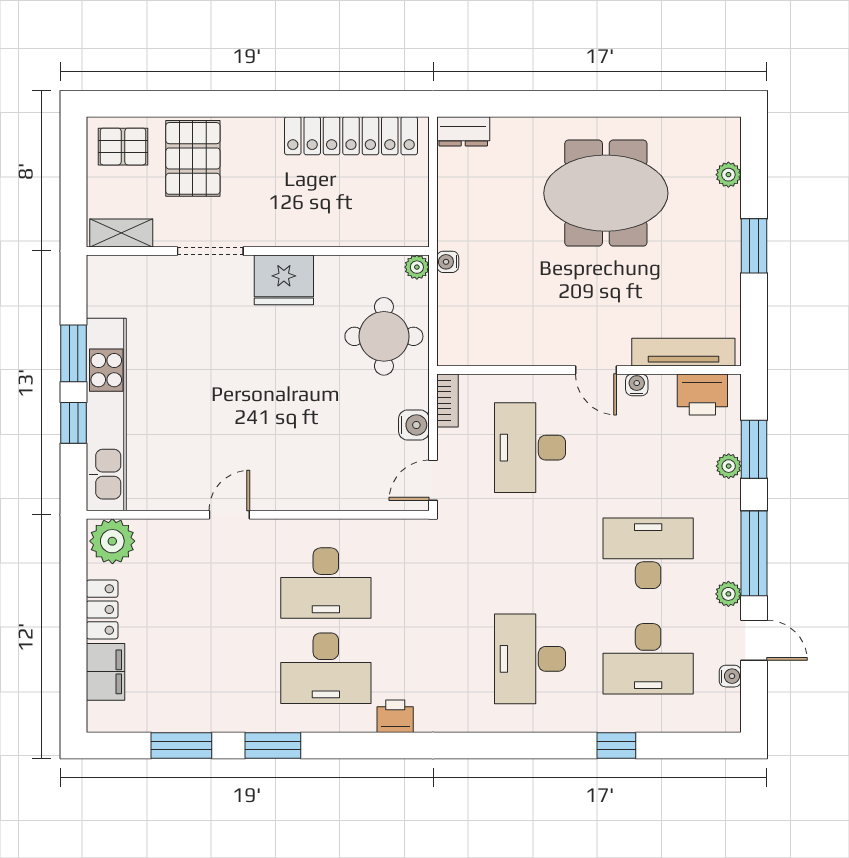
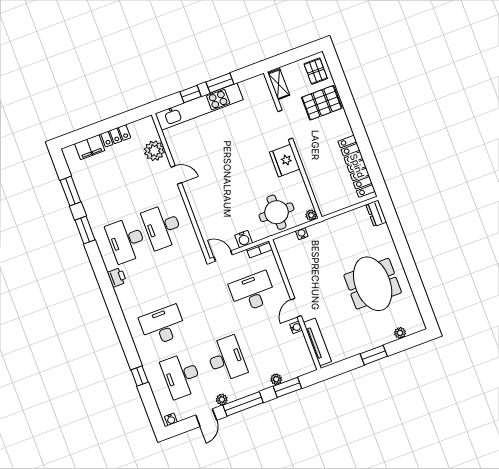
water cooler: (448, 262) -> (302, 234), moved
printer: (702, 394) -> (302, 357), removed
plant: (112, 541) -> (154, 151), moved
water cooler: (730, 676) -> (171, 419), moved

